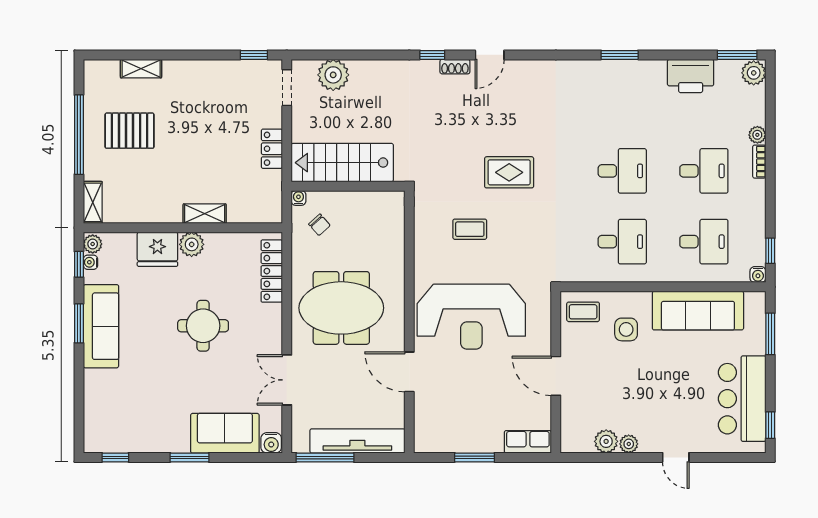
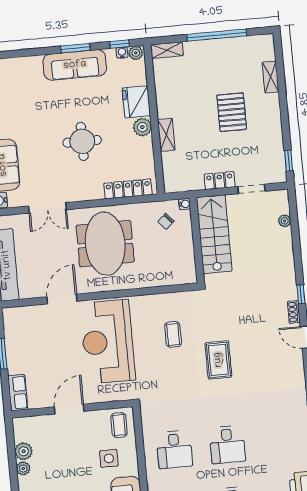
plant: (333, 75) -> (285, 221), width x0.53, depth x0.53
doorway: (287, 88) -> (251, 189), moved
pallet: (130, 131) -> (232, 112), moved
double door: (287, 380) -> (47, 208), swing flipped

